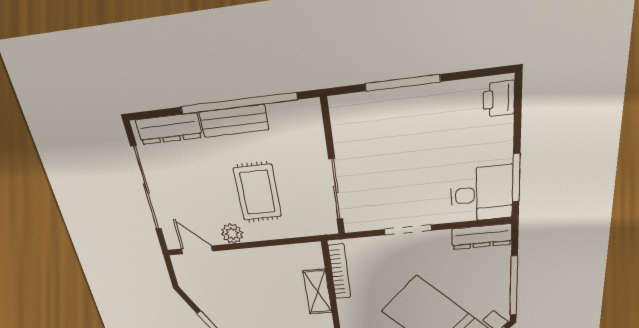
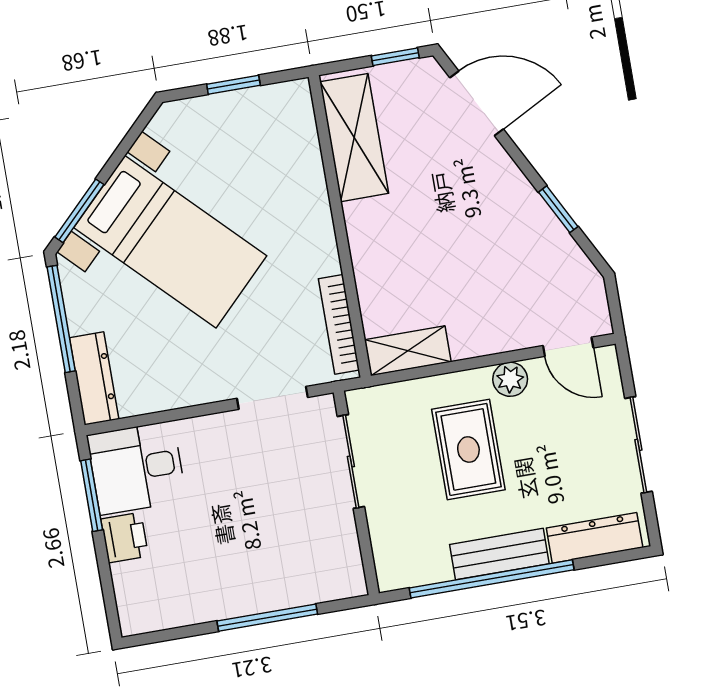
printer: (499, 99) -> (125, 538), moved
sliding door: (146, 189) -> (638, 445), width x0.73
doorway: (408, 230) -> (272, 398), moved
dresser: (482, 237) -> (94, 378), moved, turned 90
shelving: (317, 292) -> (408, 351), moved, turned 90

